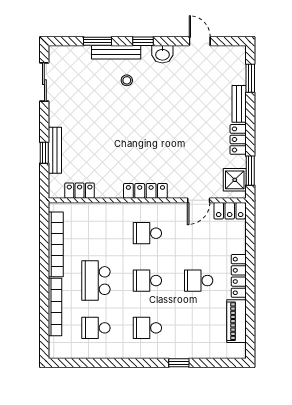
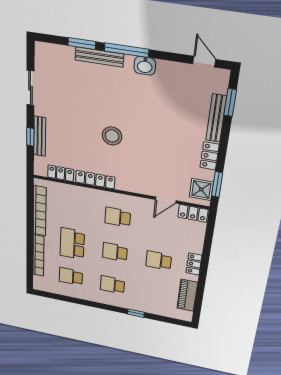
window: (143, 41) -> (127, 50), width x2.17
door: (200, 41) -> (204, 62), moved
stool: (127, 80) -> (112, 136), moved, width x1.89, depth x1.89
sliding door: (44, 82) -> (30, 88), moved
bench: (239, 104) -> (216, 118), width x1.36
locker: (145, 191) -> (95, 180), moved
locker: (239, 276) -> (194, 264), width x0.66

